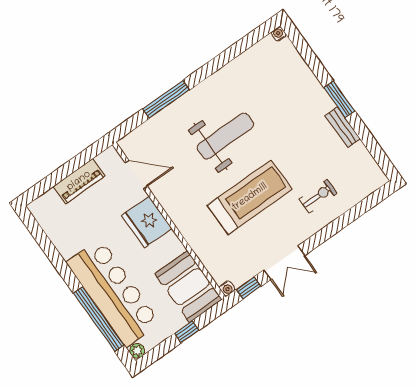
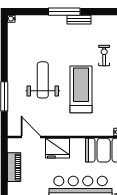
window: (339, 99) -> (64, 12), width x1.44
door: (136, 175) -> (31, 137), hinge flipped

